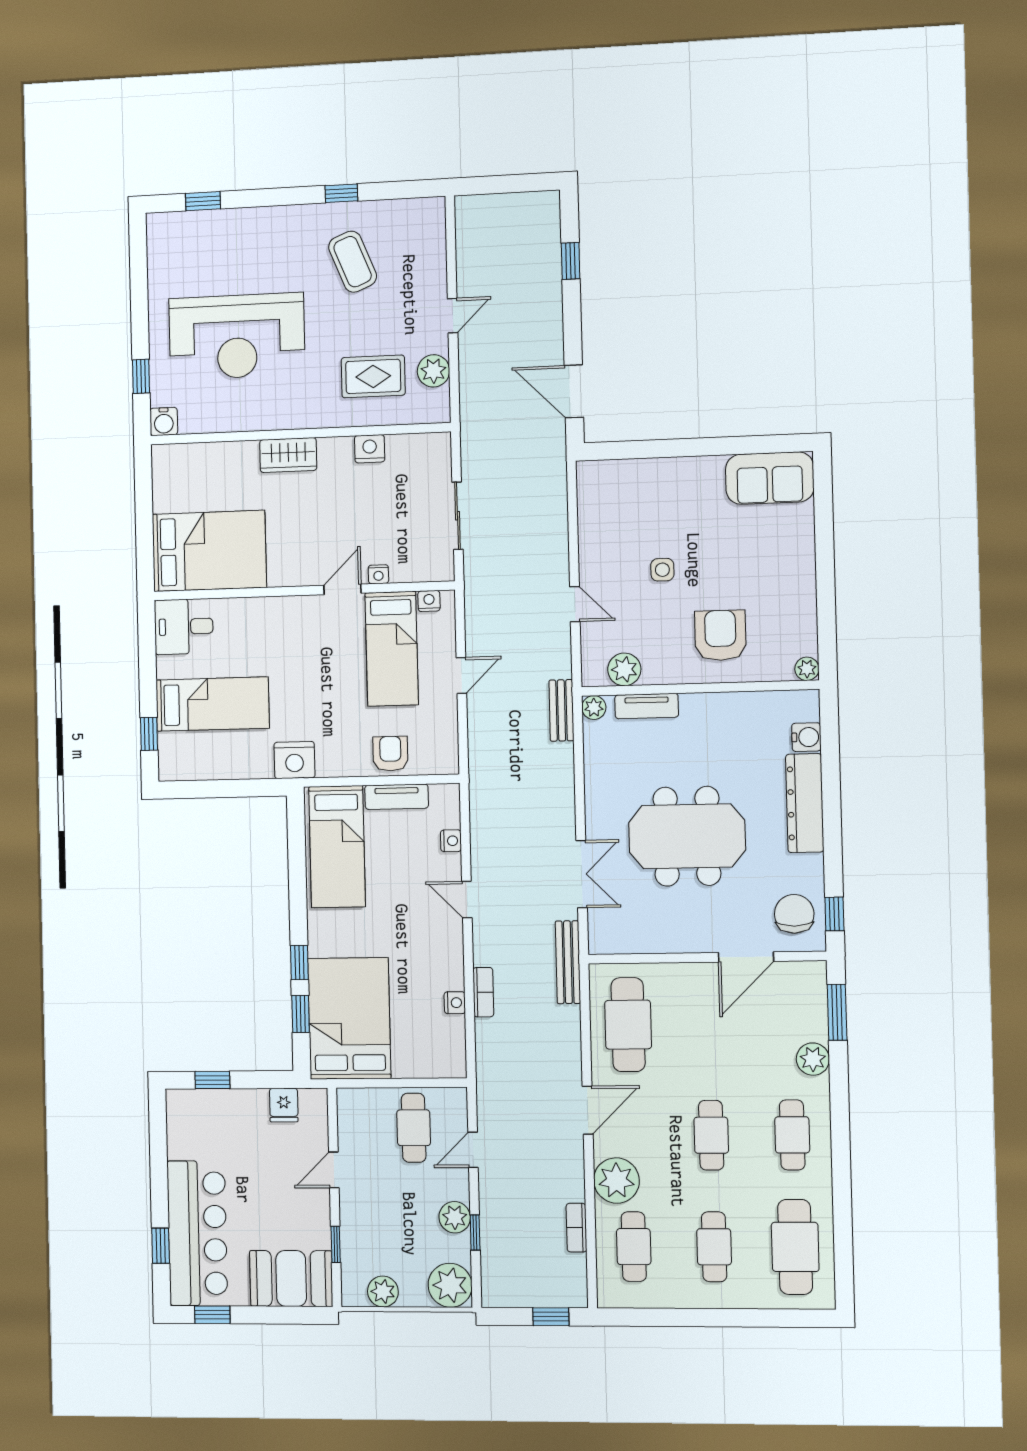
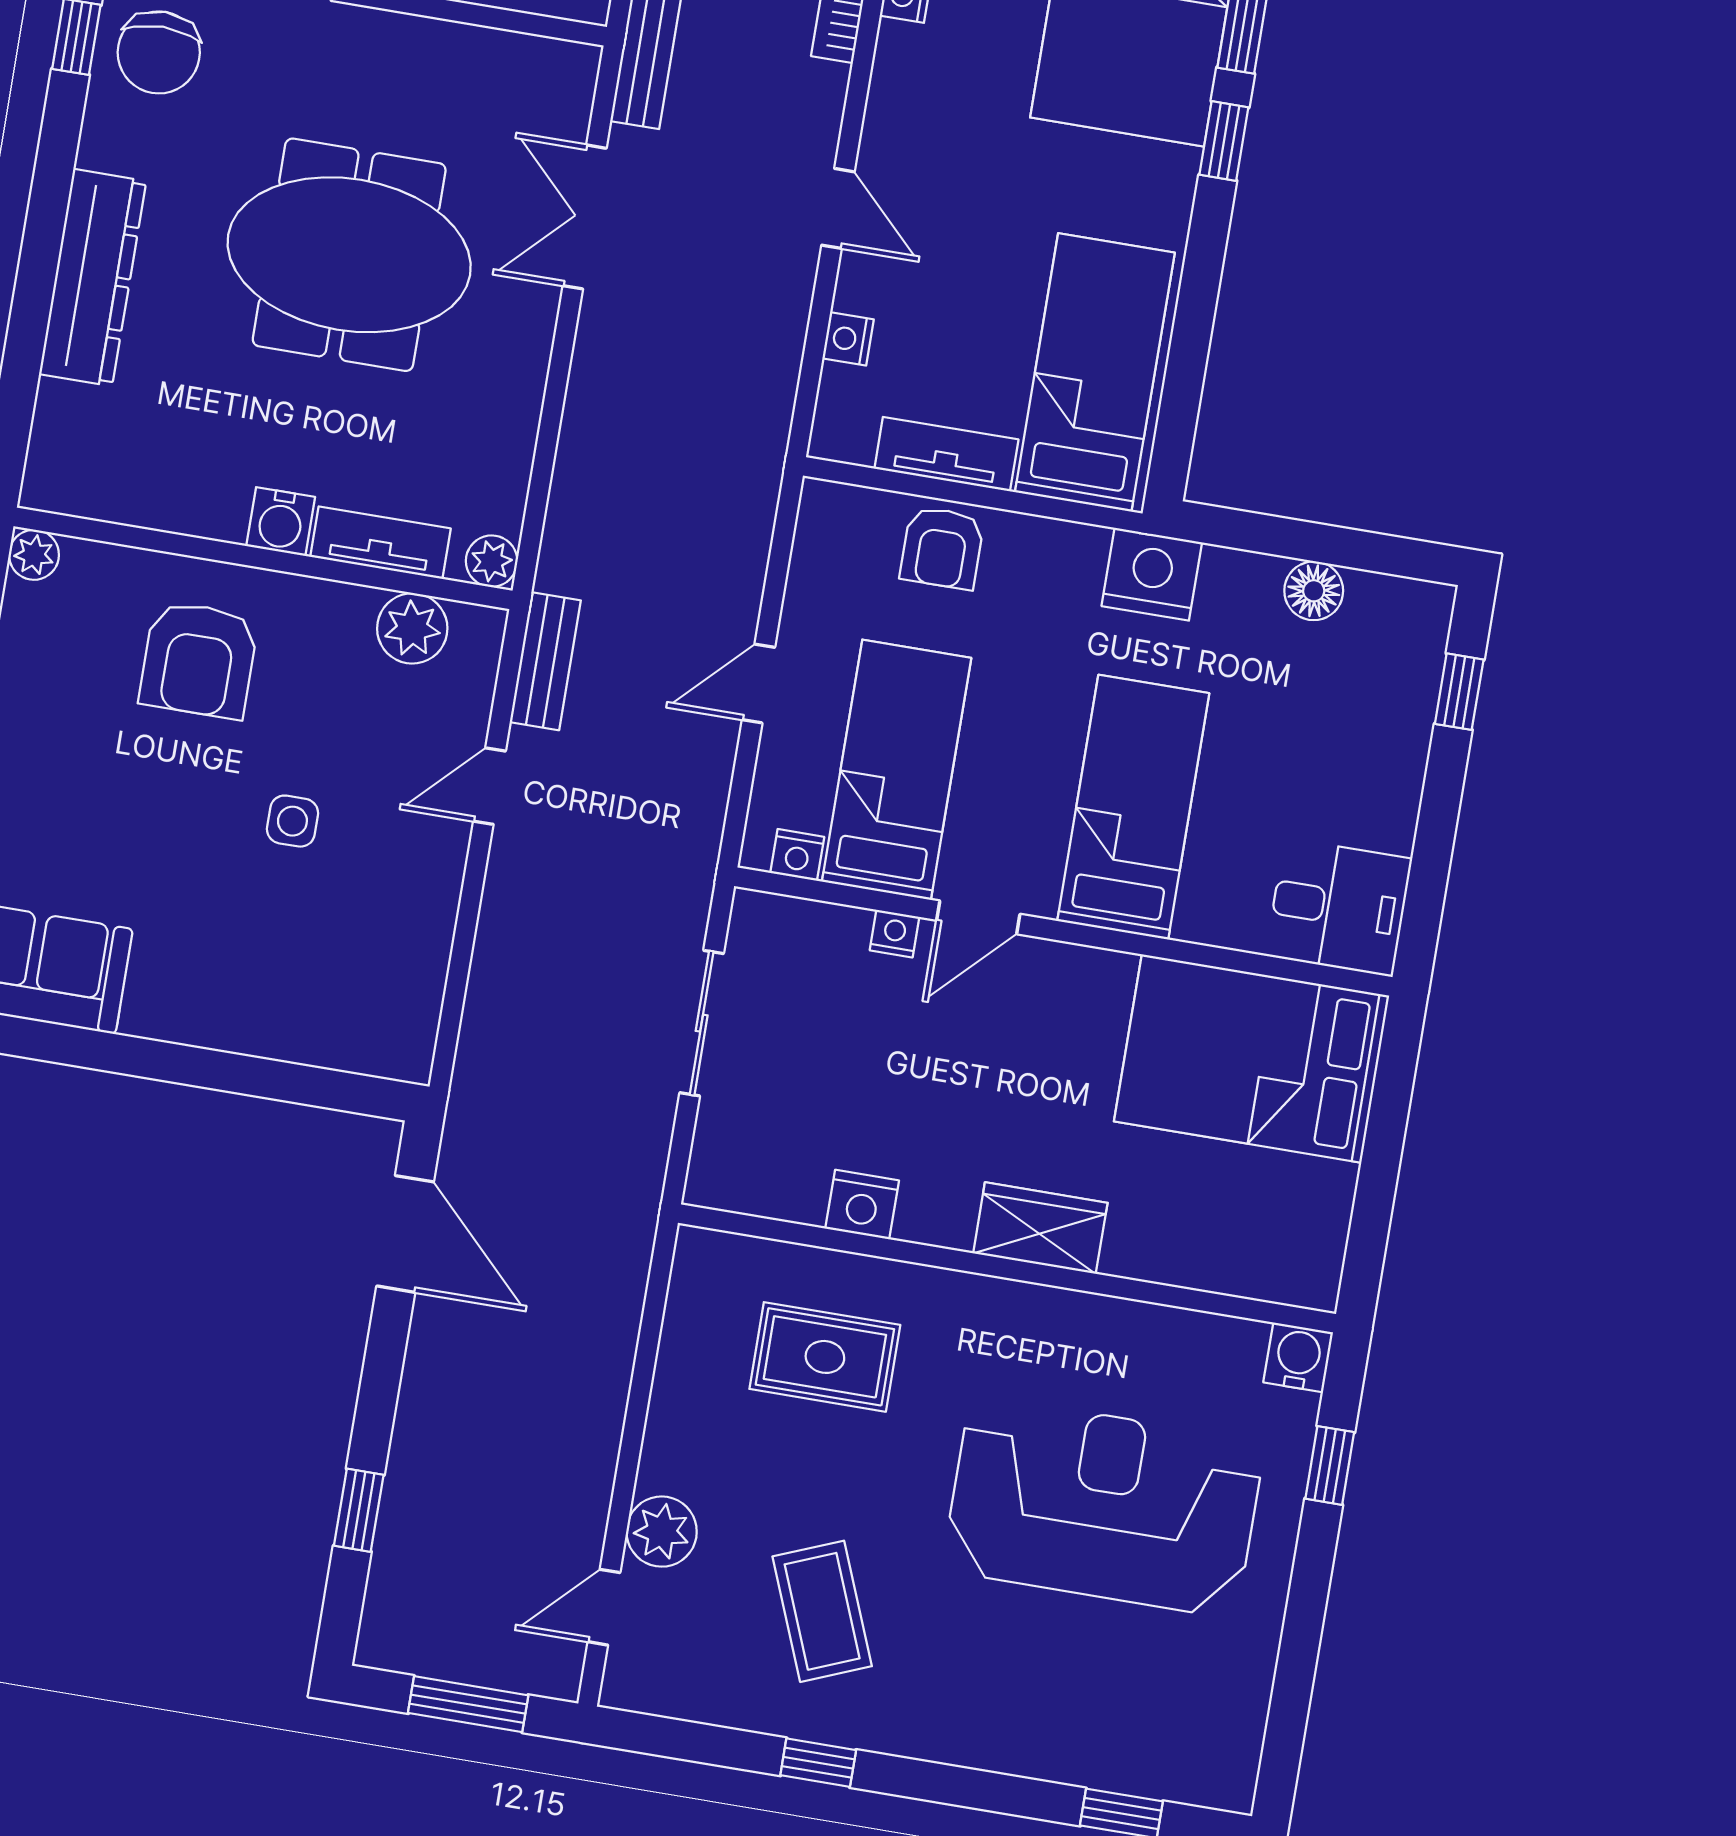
window: (504, 184) -> (468, 1704), added
door: (453, 316) -> (604, 1607), moved
plant: (434, 371) -> (662, 1532), moved
door: (575, 604) -> (489, 786), hinge flipped
bed: (212, 704) -> (1133, 807), moved, turned 90
bench: (561, 710) -> (545, 661), moved
water cooler: (806, 737) -> (281, 522), moved, turned -90
floor lamp: (221, 767) -> (1314, 591), added

